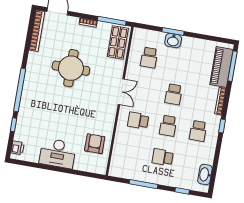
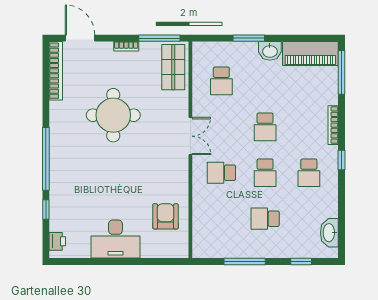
washbasin: (173, 41) -> (270, 51), moved
piano: (221, 67) -> (310, 53), moved, turned -90

